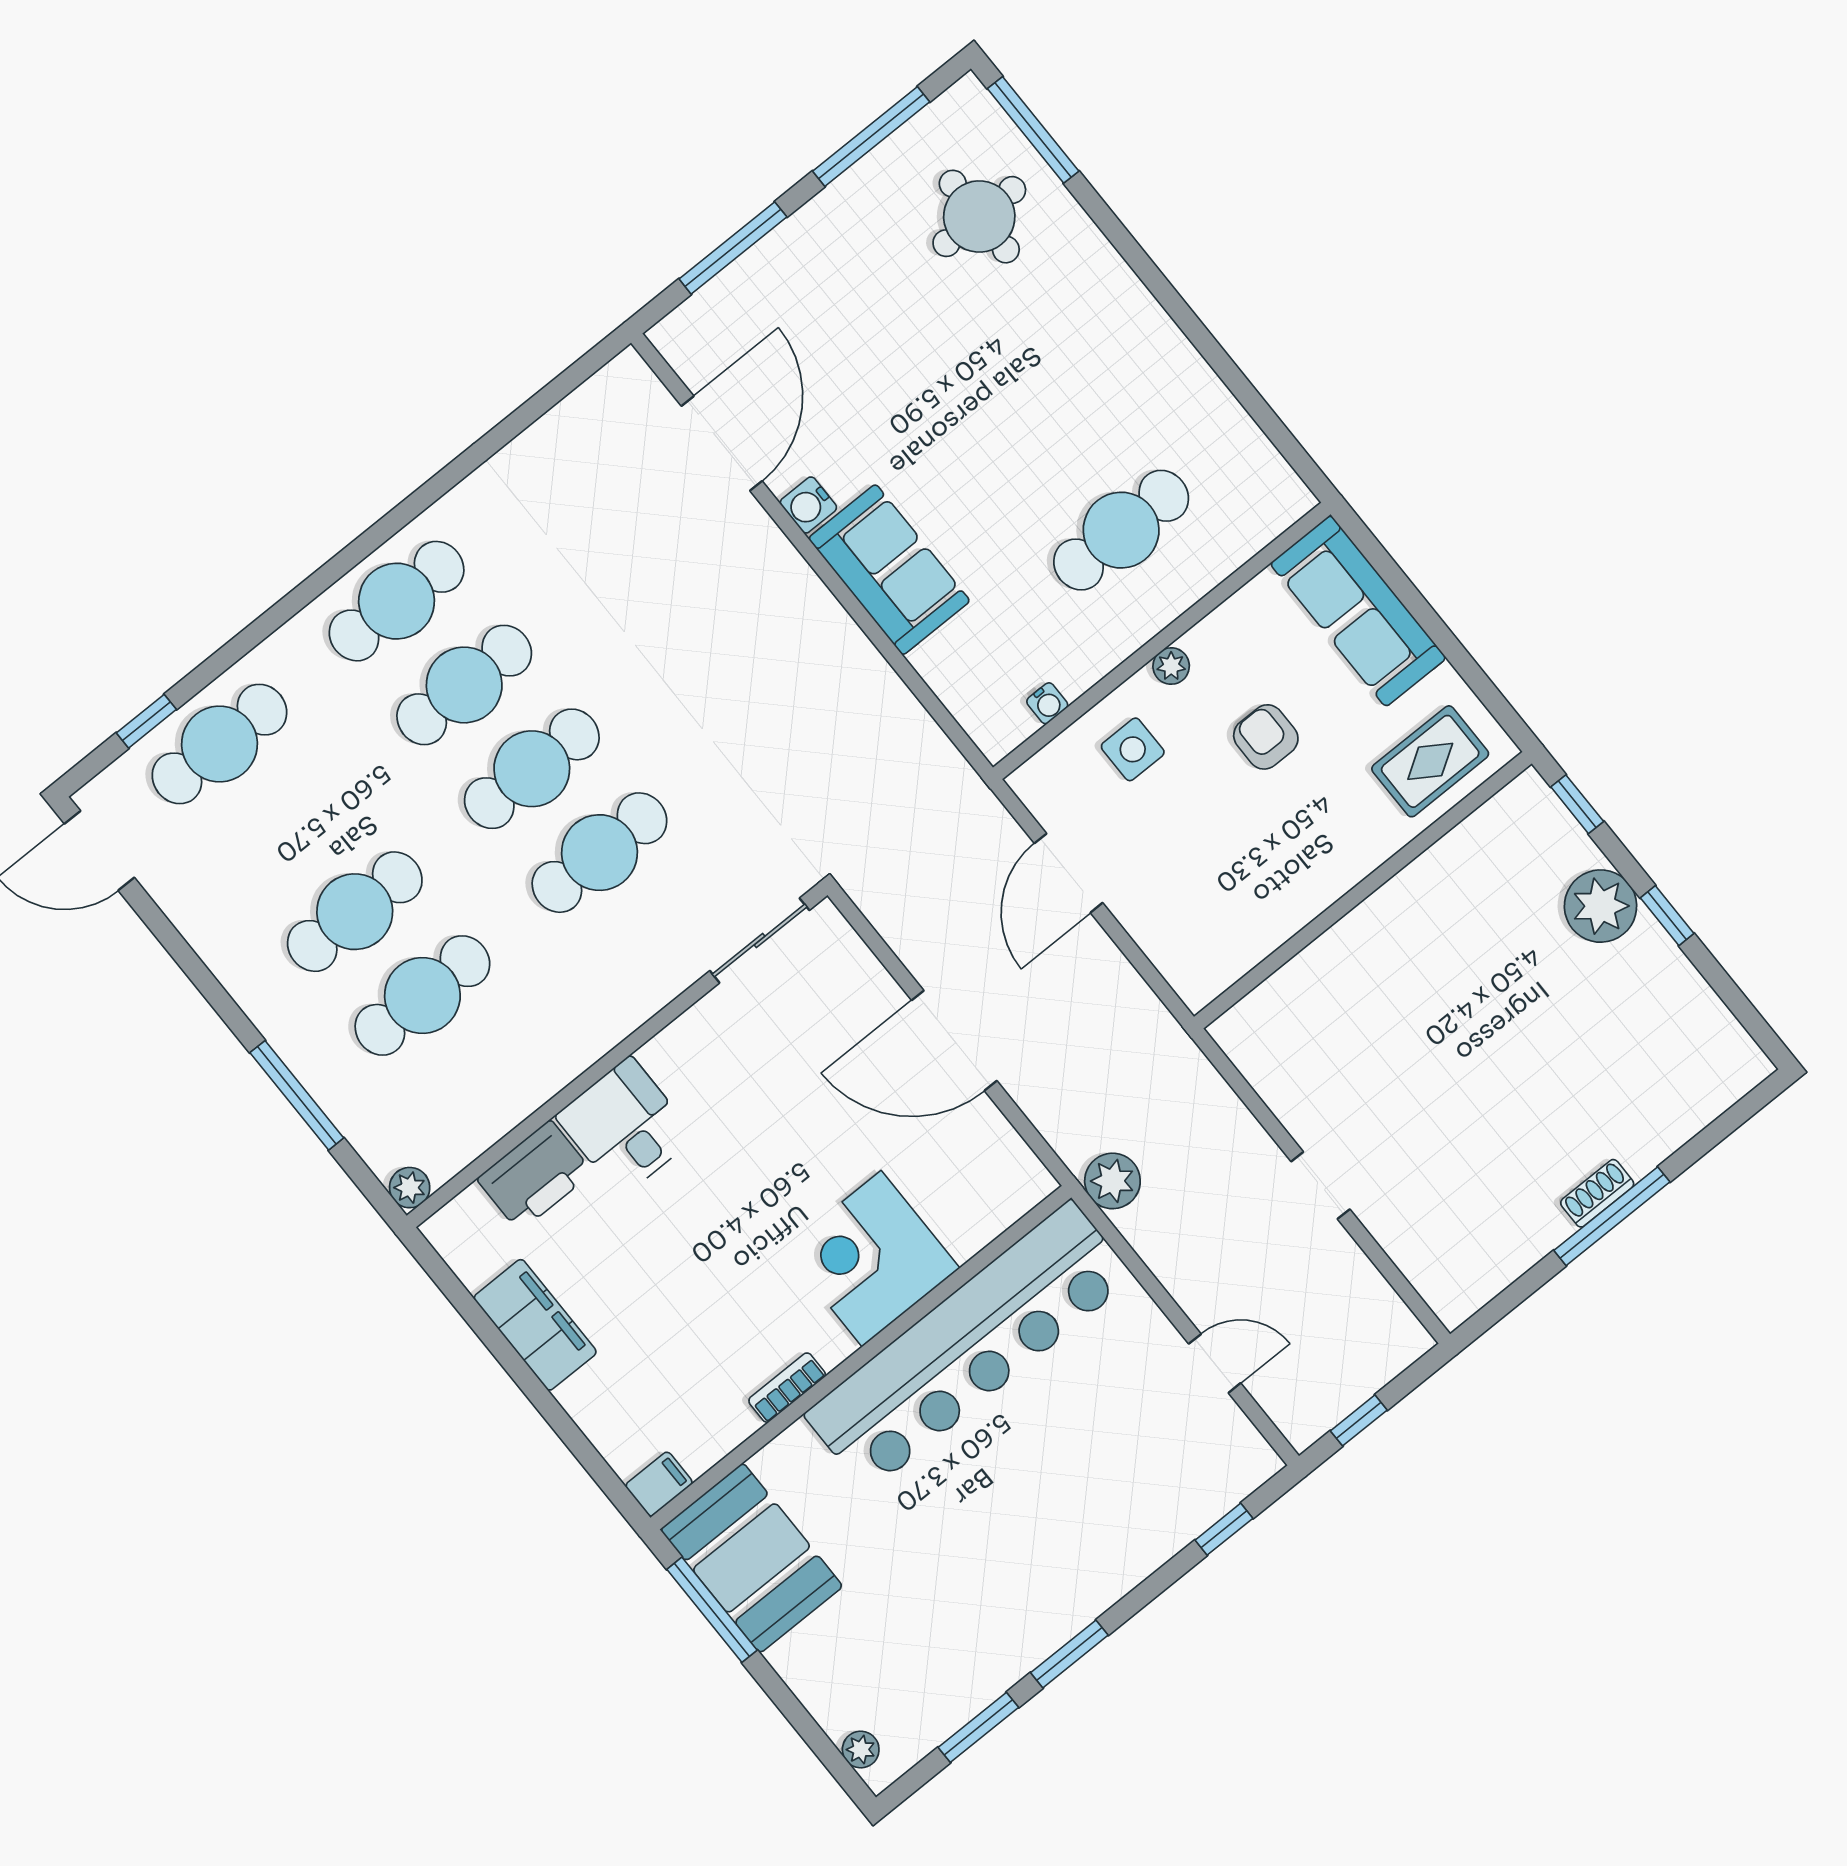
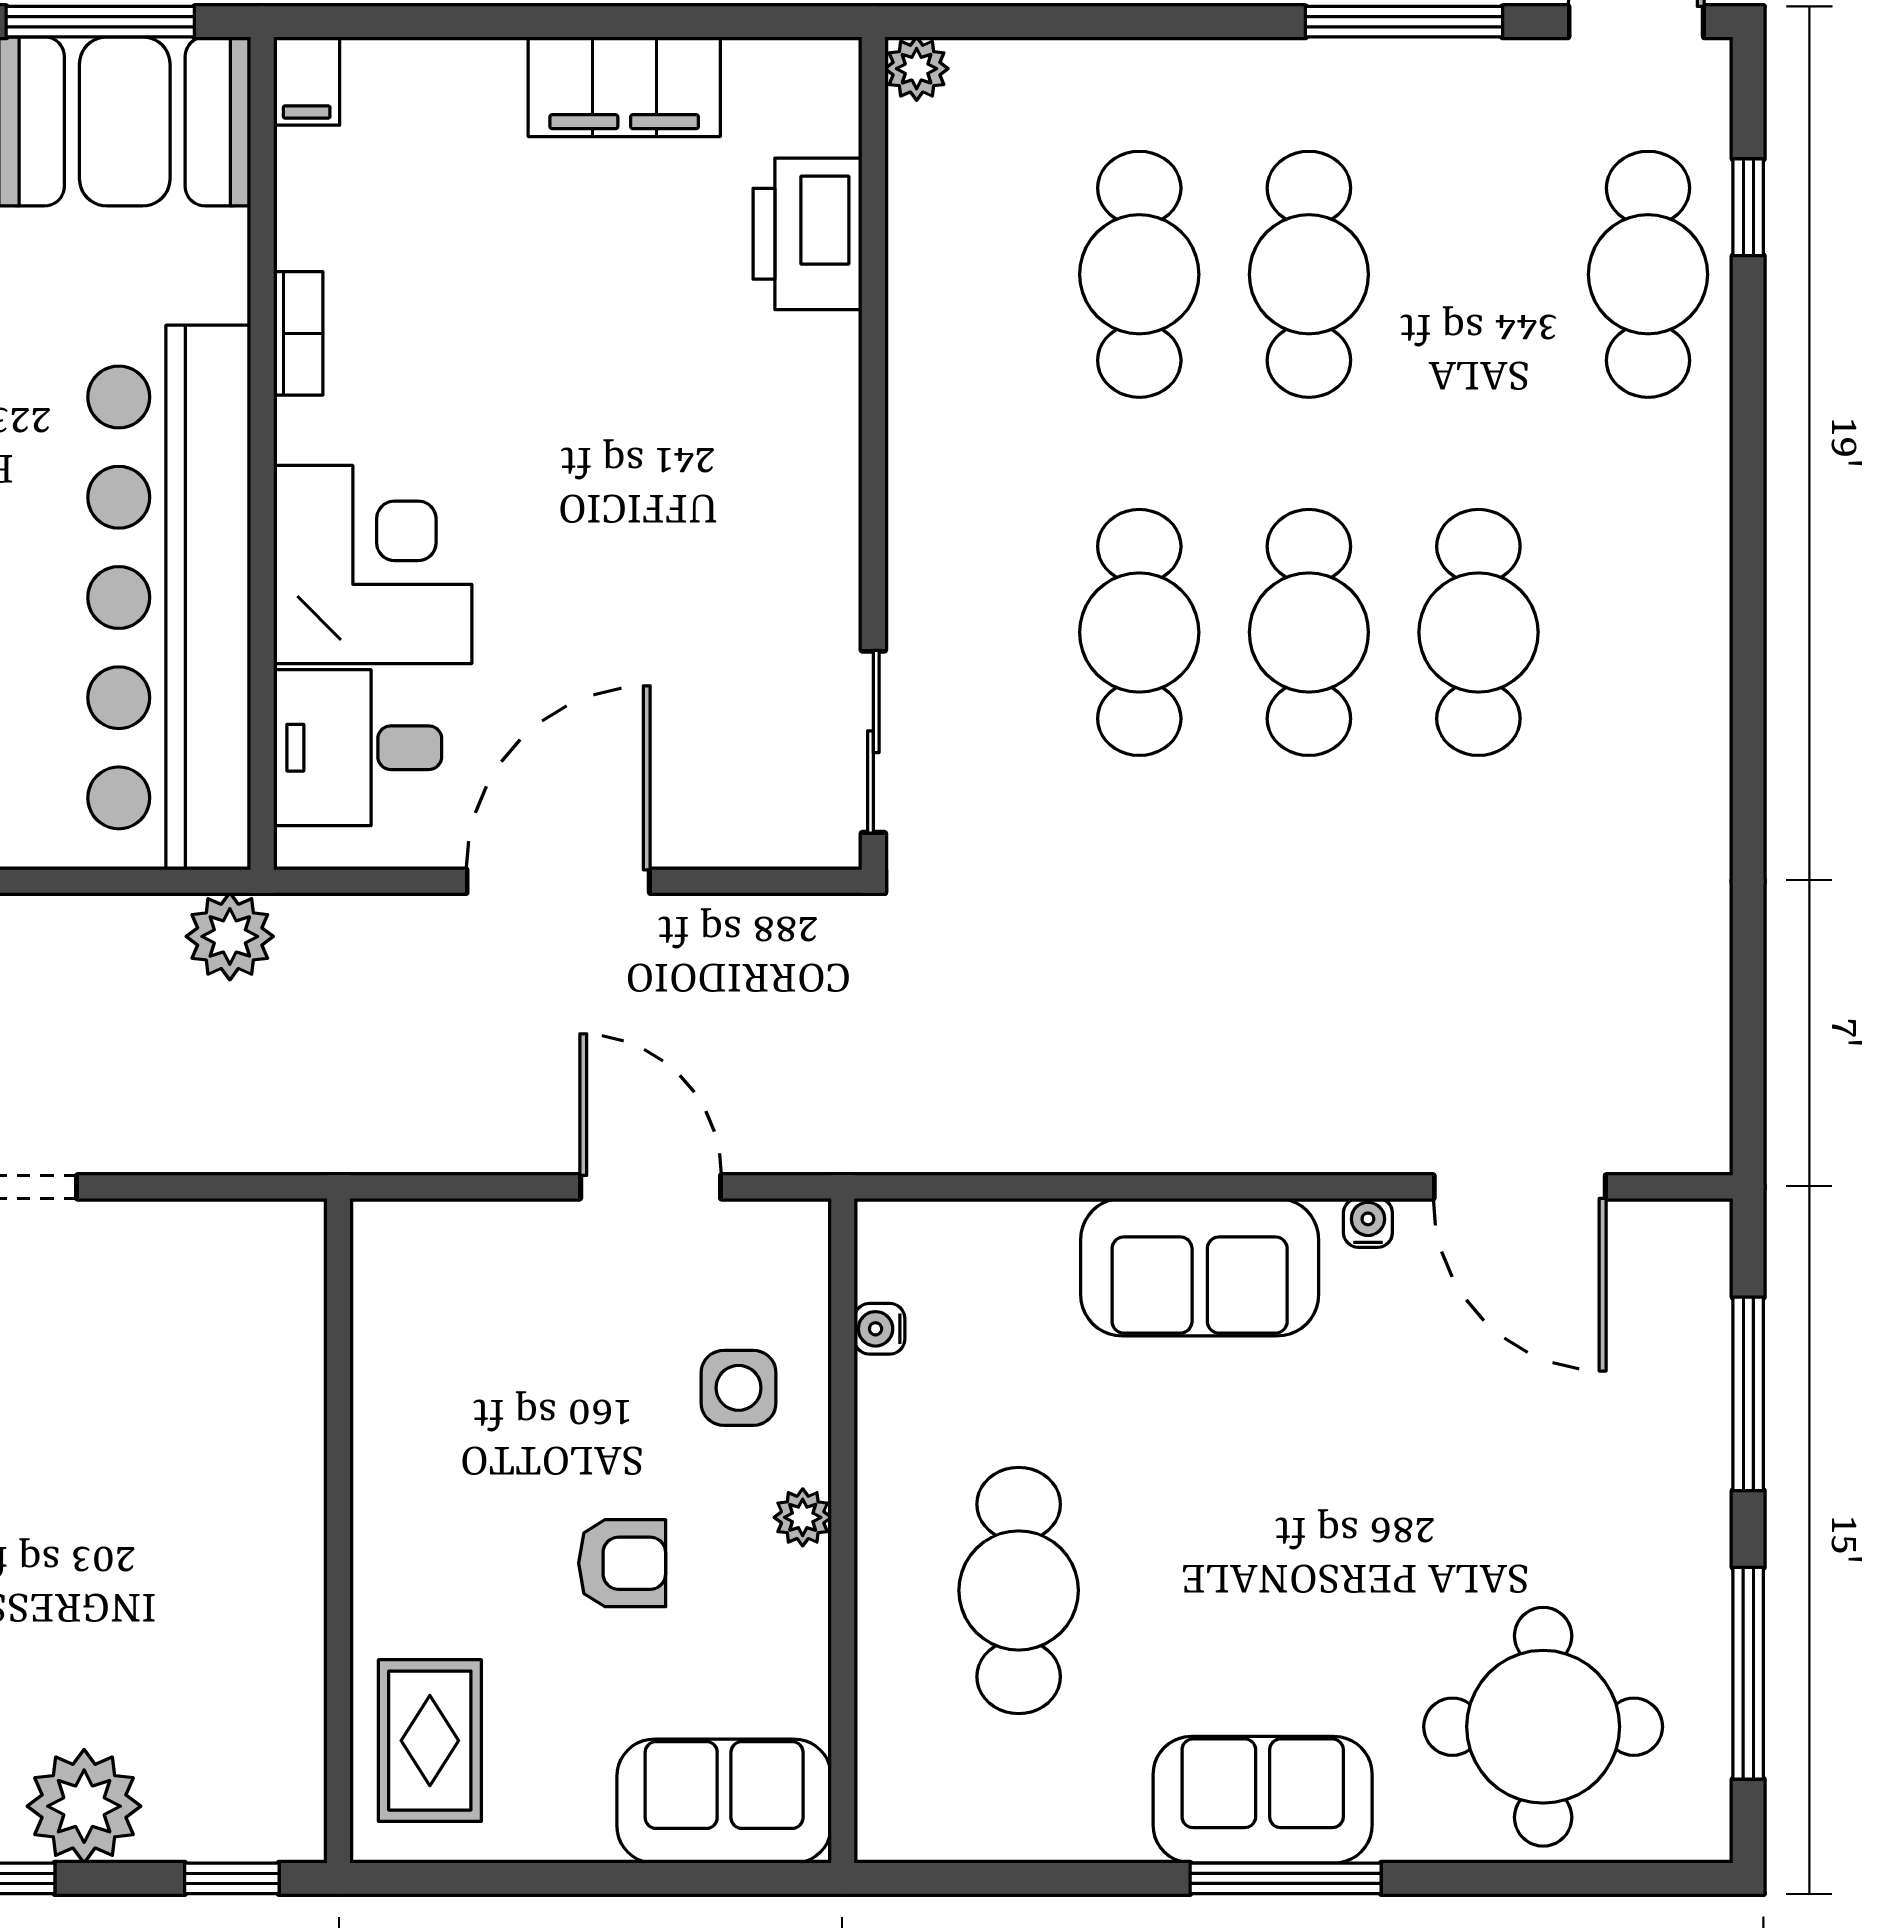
window: (1033, 130) -> (1286, 1878), moved
round table: (979, 217) -> (1543, 1727), width x1.36, depth x1.36
sofa: (1127, 326) -> (1263, 1800), added
water cooler: (808, 505) -> (1368, 1223), width x0.72, depth x0.72
cafe table: (397, 601) -> (1648, 632), removed
sofa: (1358, 611) -> (724, 1801), width x0.73
window: (297, 1095) -> (1404, 22), moved
desk: (626, 1127) -> (358, 748), moved, turned 180

